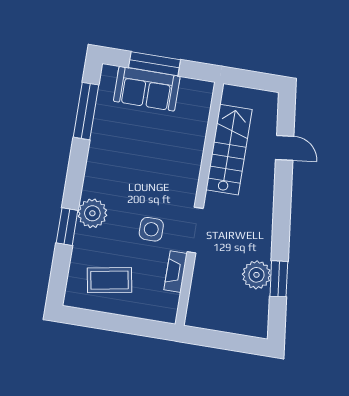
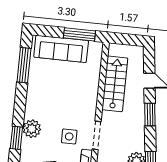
window: (154, 64) -> (79, 34), moved
sofa: (147, 89) -> (61, 49), width x1.36
window: (282, 202) -> (150, 114), added

